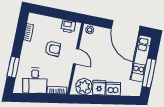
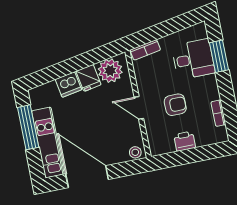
printer: (68, 26) -> (185, 141), moved
armchair: (53, 49) -> (175, 105), turned 180
desk: (35, 81) -> (193, 59), moved, turned 100

